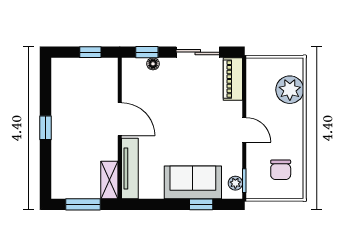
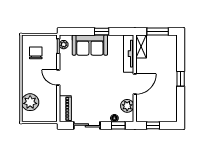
plant: (132, 84) -> (127, 106), added
door: (120, 119) -> (135, 84), swing flipped
window: (201, 204) -> (102, 32), moved

